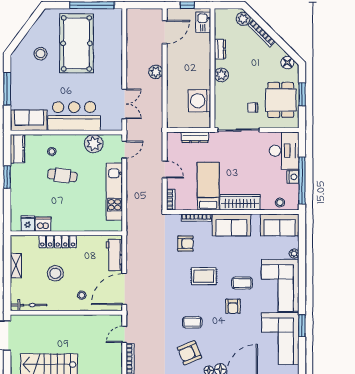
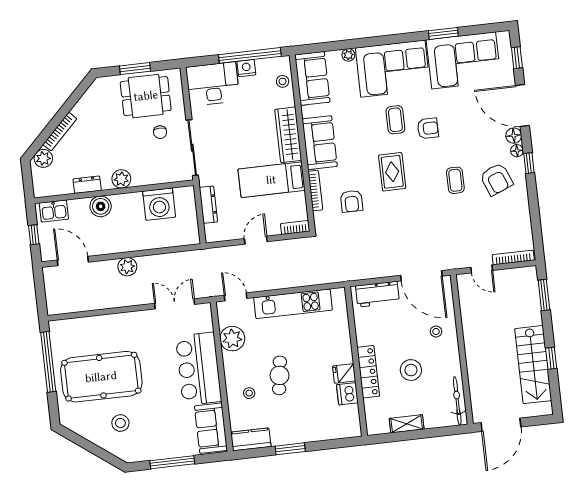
boiler: (203, 57) -> (101, 206), added
floor lamp: (287, 63) -> (95, 93), removed
fridge: (28, 224) -> (344, 373), moved
armchair: (185, 244) -> (352, 201), turned 180

